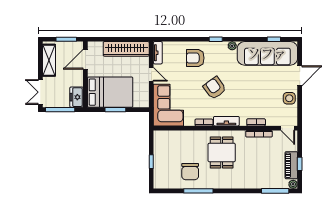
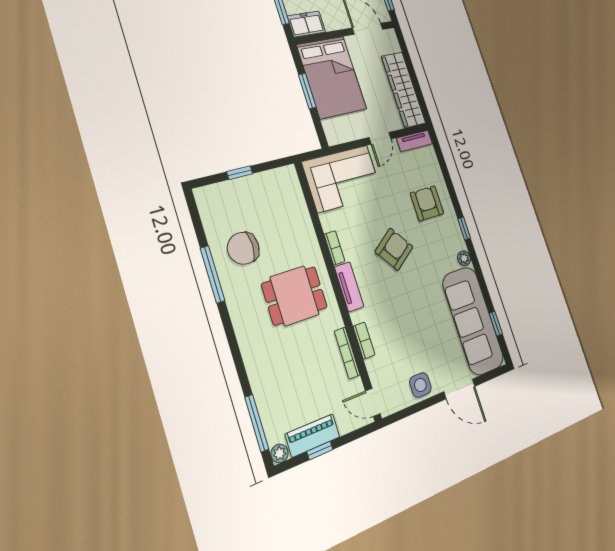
door: (288, 128) -> (373, 402), hinge flipped

